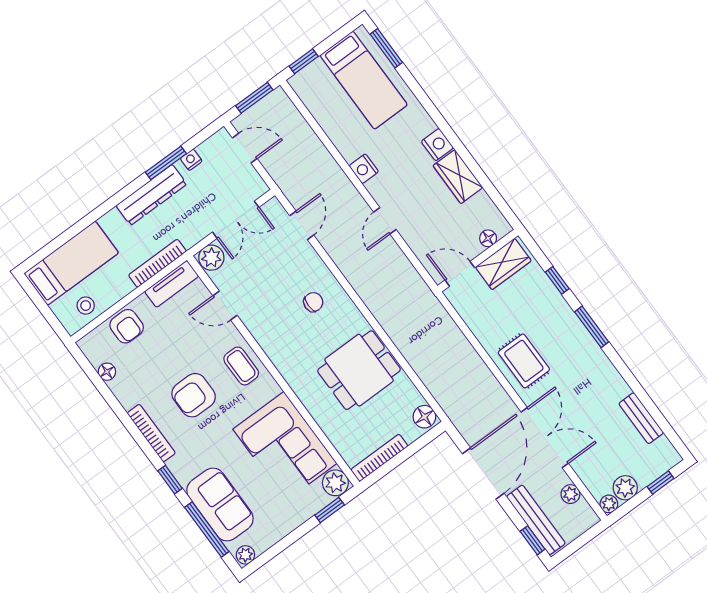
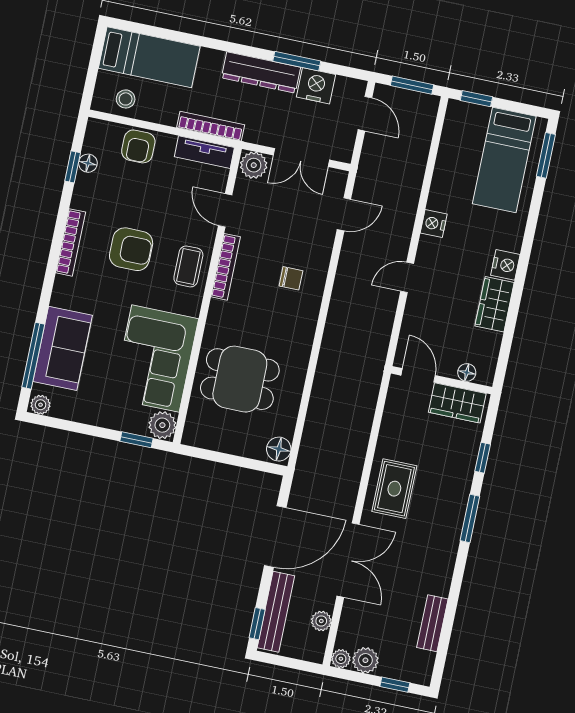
nightstand: (191, 160) -> (316, 86), width x1.89, depth x1.79
dining table: (359, 370) -> (240, 379), moved
armchair: (194, 395) -> (131, 249), turned 180
bookcase: (379, 458) -> (226, 267), moved, turned 90
window: (170, 480) -> (73, 167), moved

